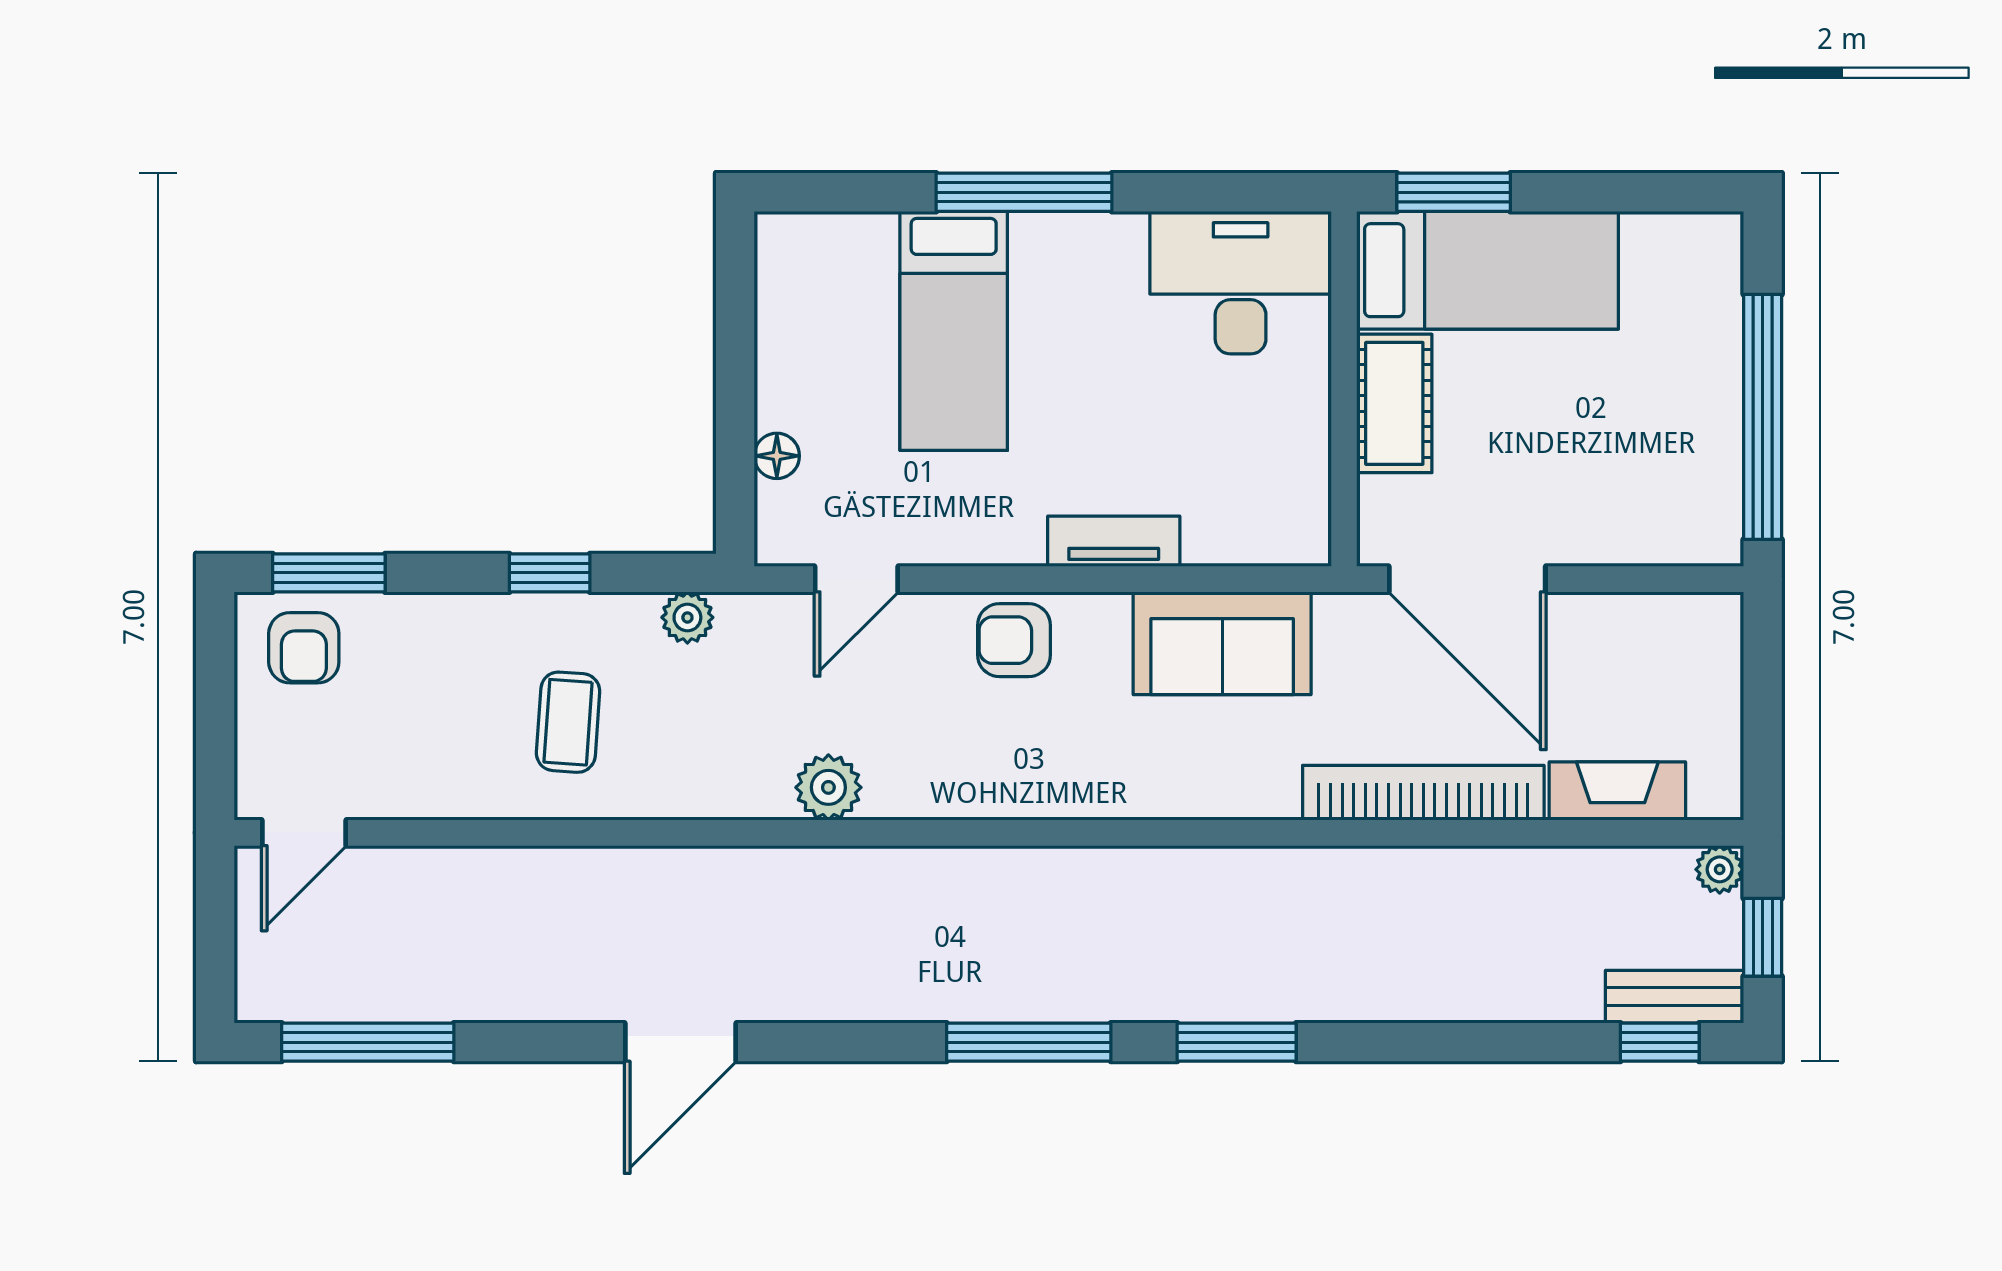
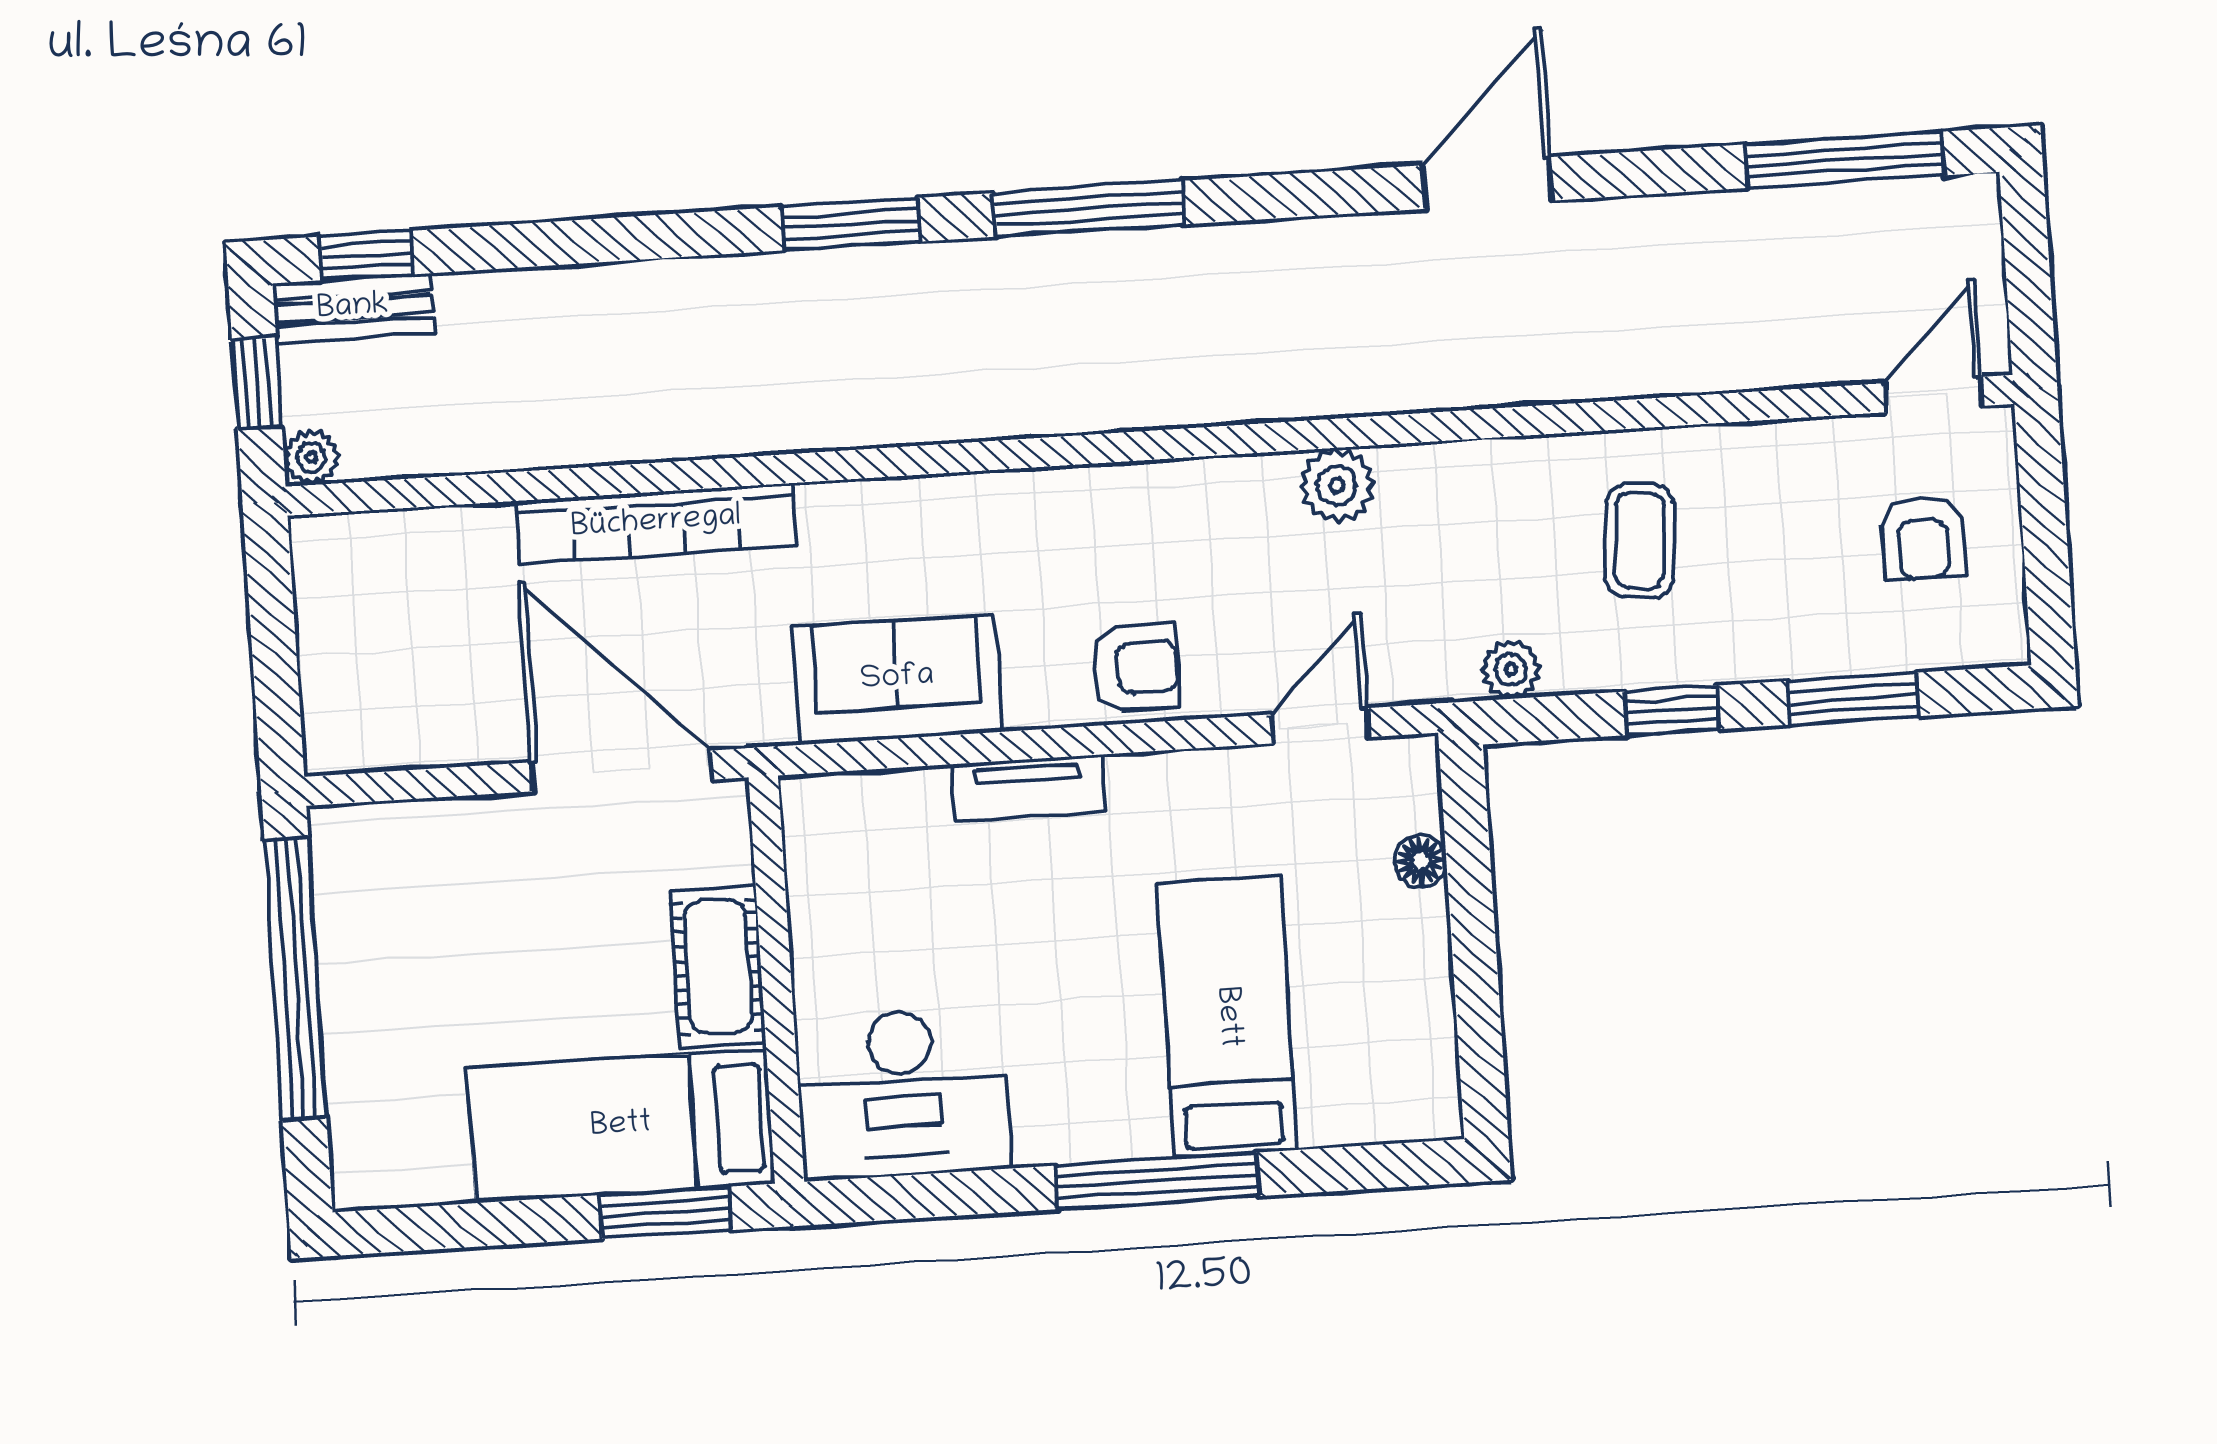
window: (329, 573) -> (1854, 699), moved
armchair: (304, 648) -> (1923, 538), moved, turned 180
fireplace: (1617, 791) -> (434, 540), removed

